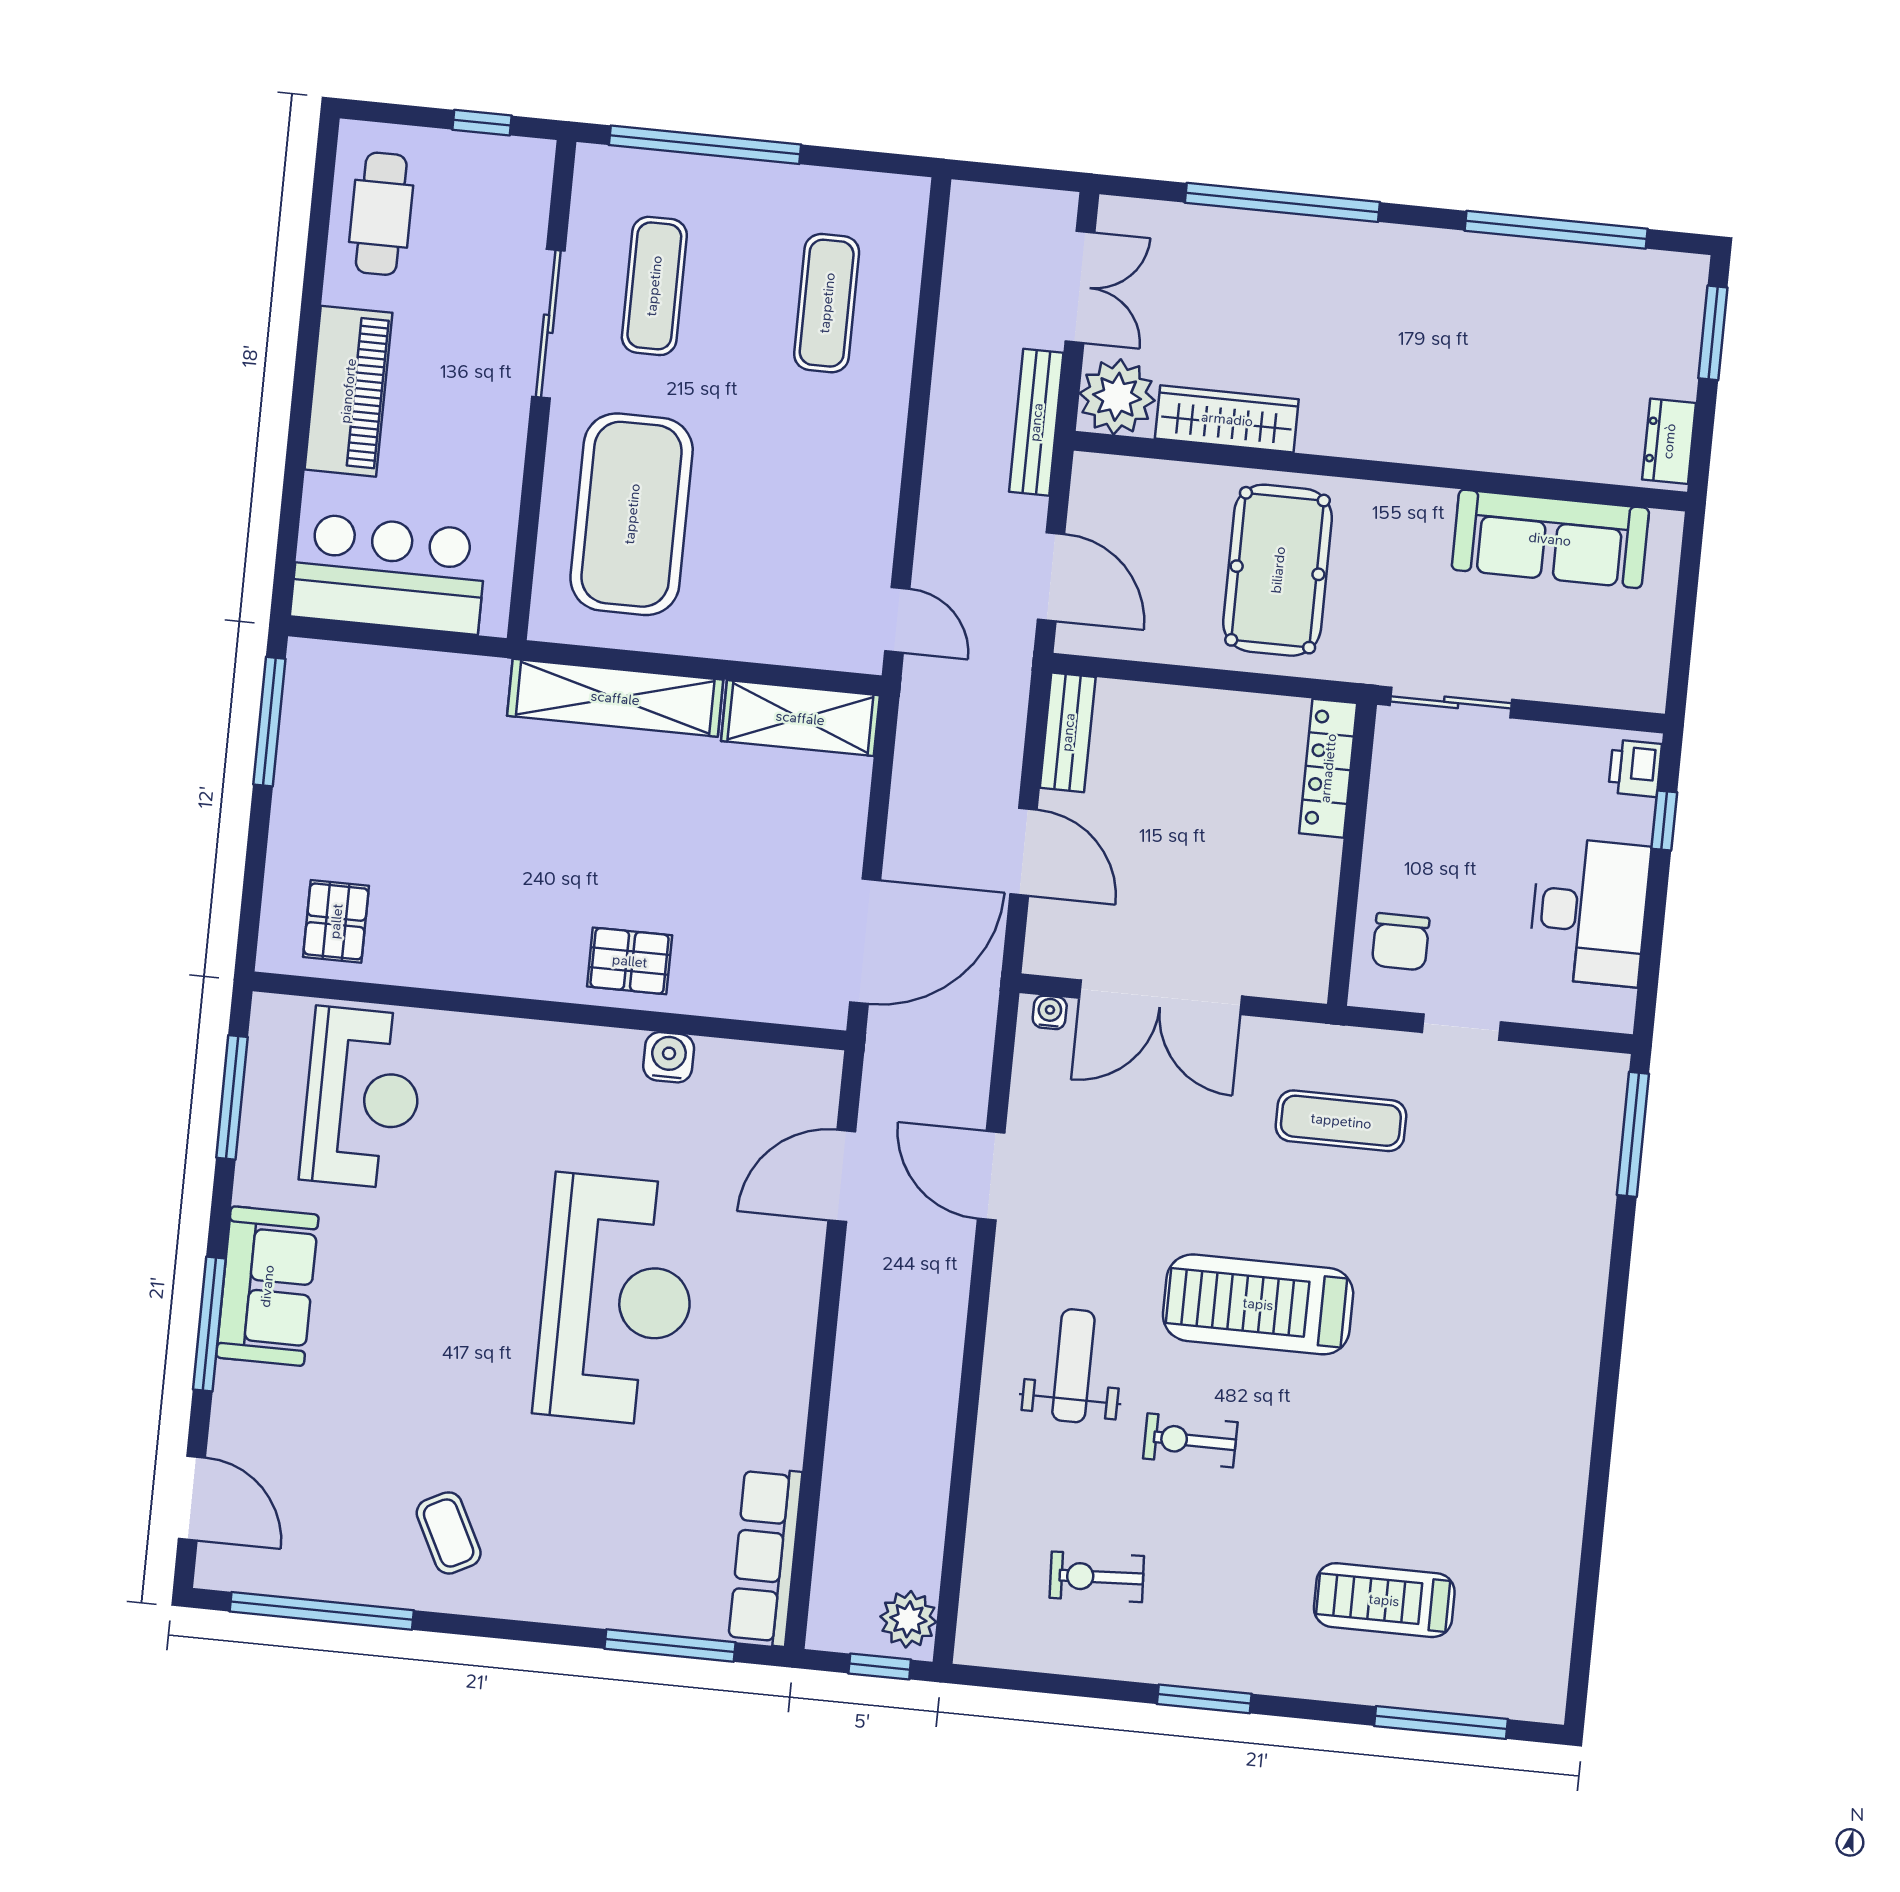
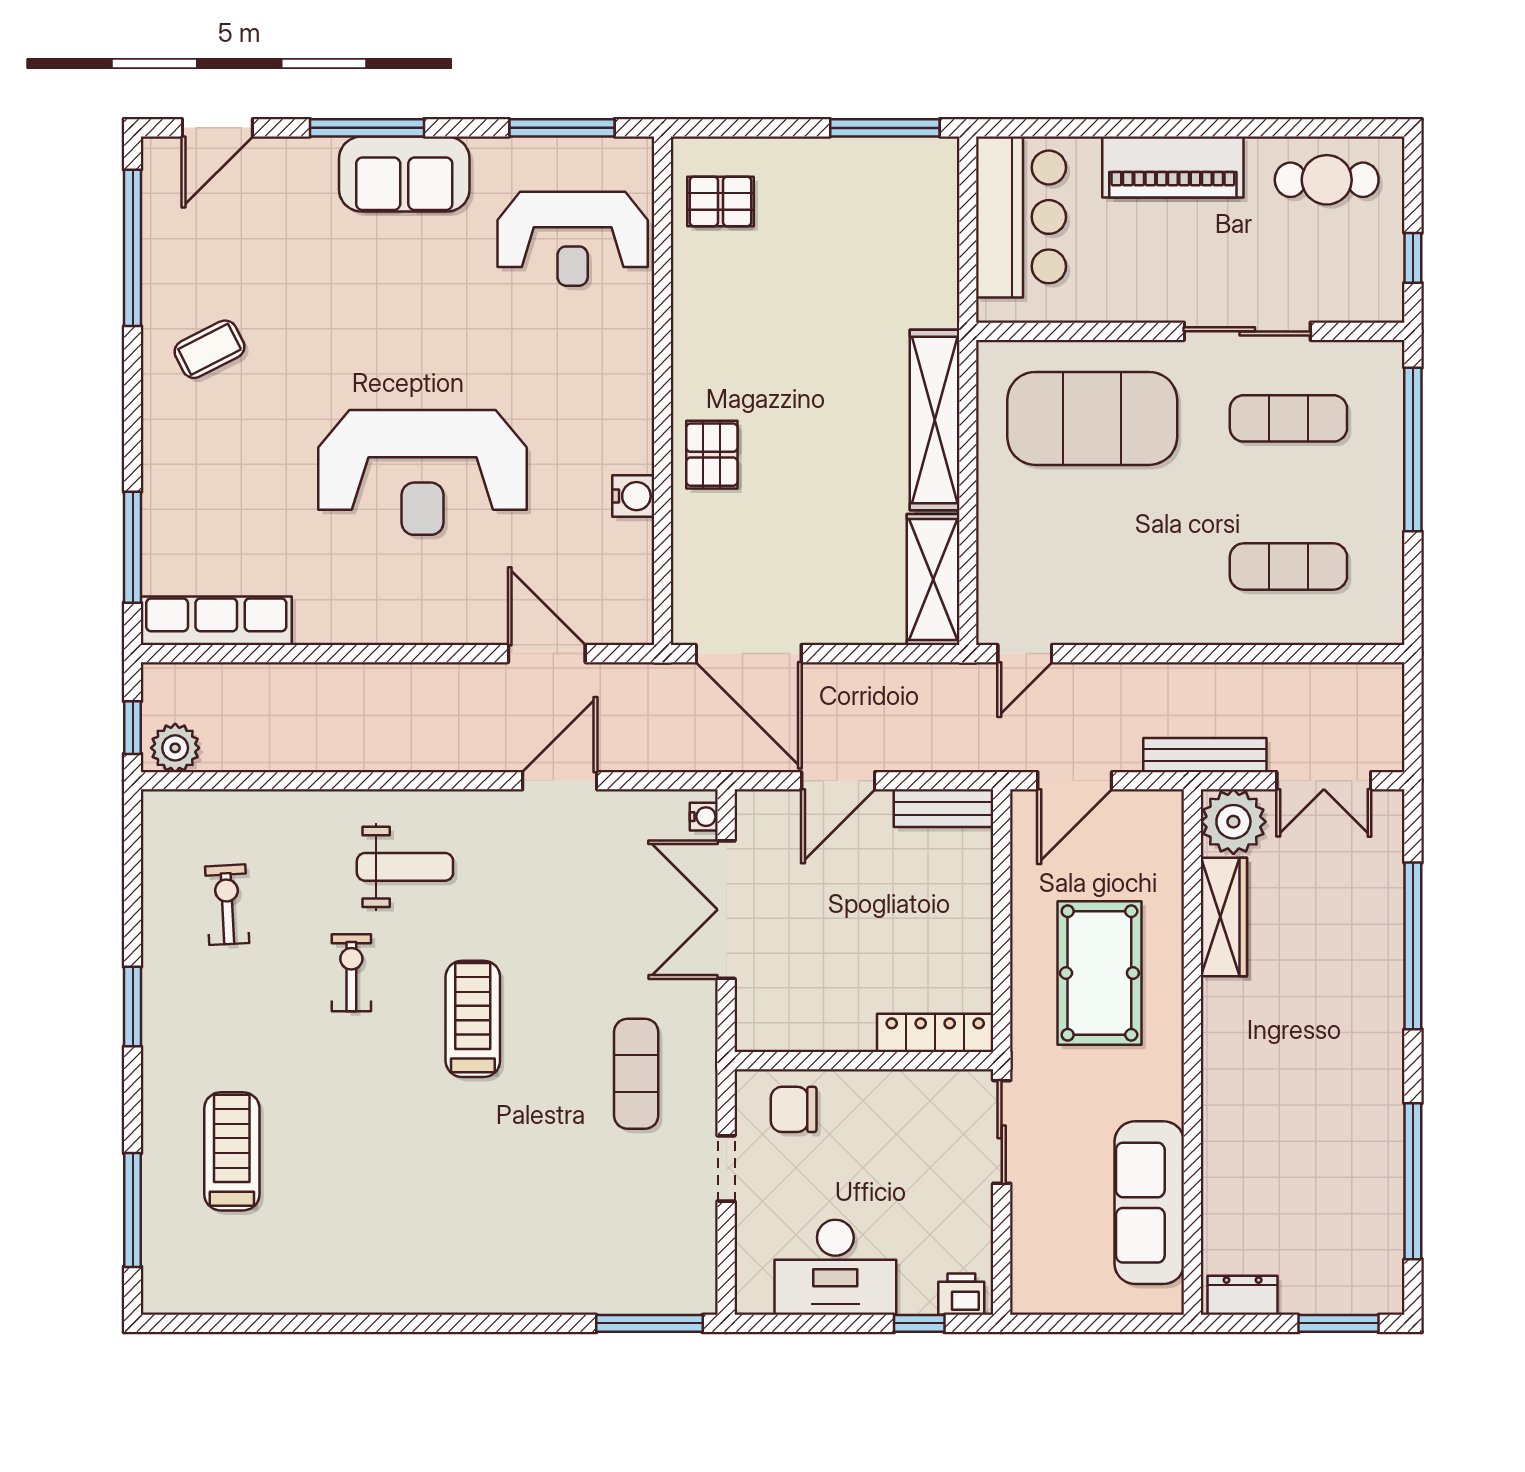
pool table: (1278, 570) -> (1099, 973), turned 90
treadmill: (1258, 1304) -> (473, 1019), width x0.73, depth x0.73

